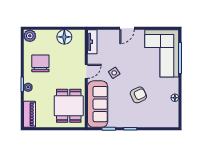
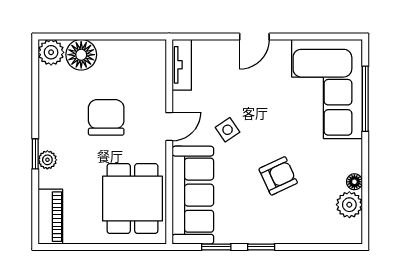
floor lamp: (64, 37) -> (81, 55), moved
chair: (40, 63) -> (106, 117), moved
plant: (172, 109) -> (349, 205), added

